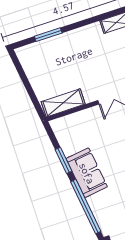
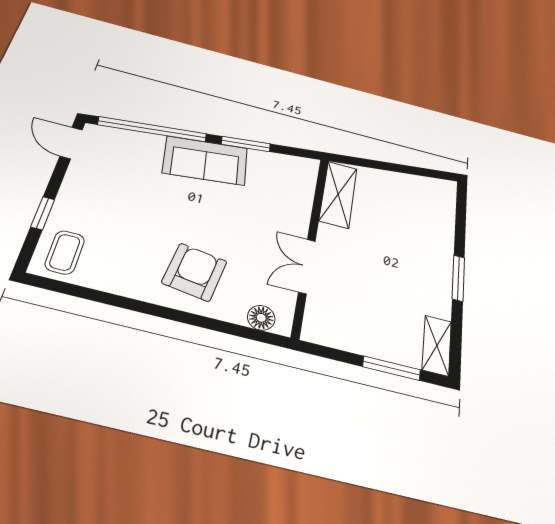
window: (48, 35) -> (458, 278), moved

